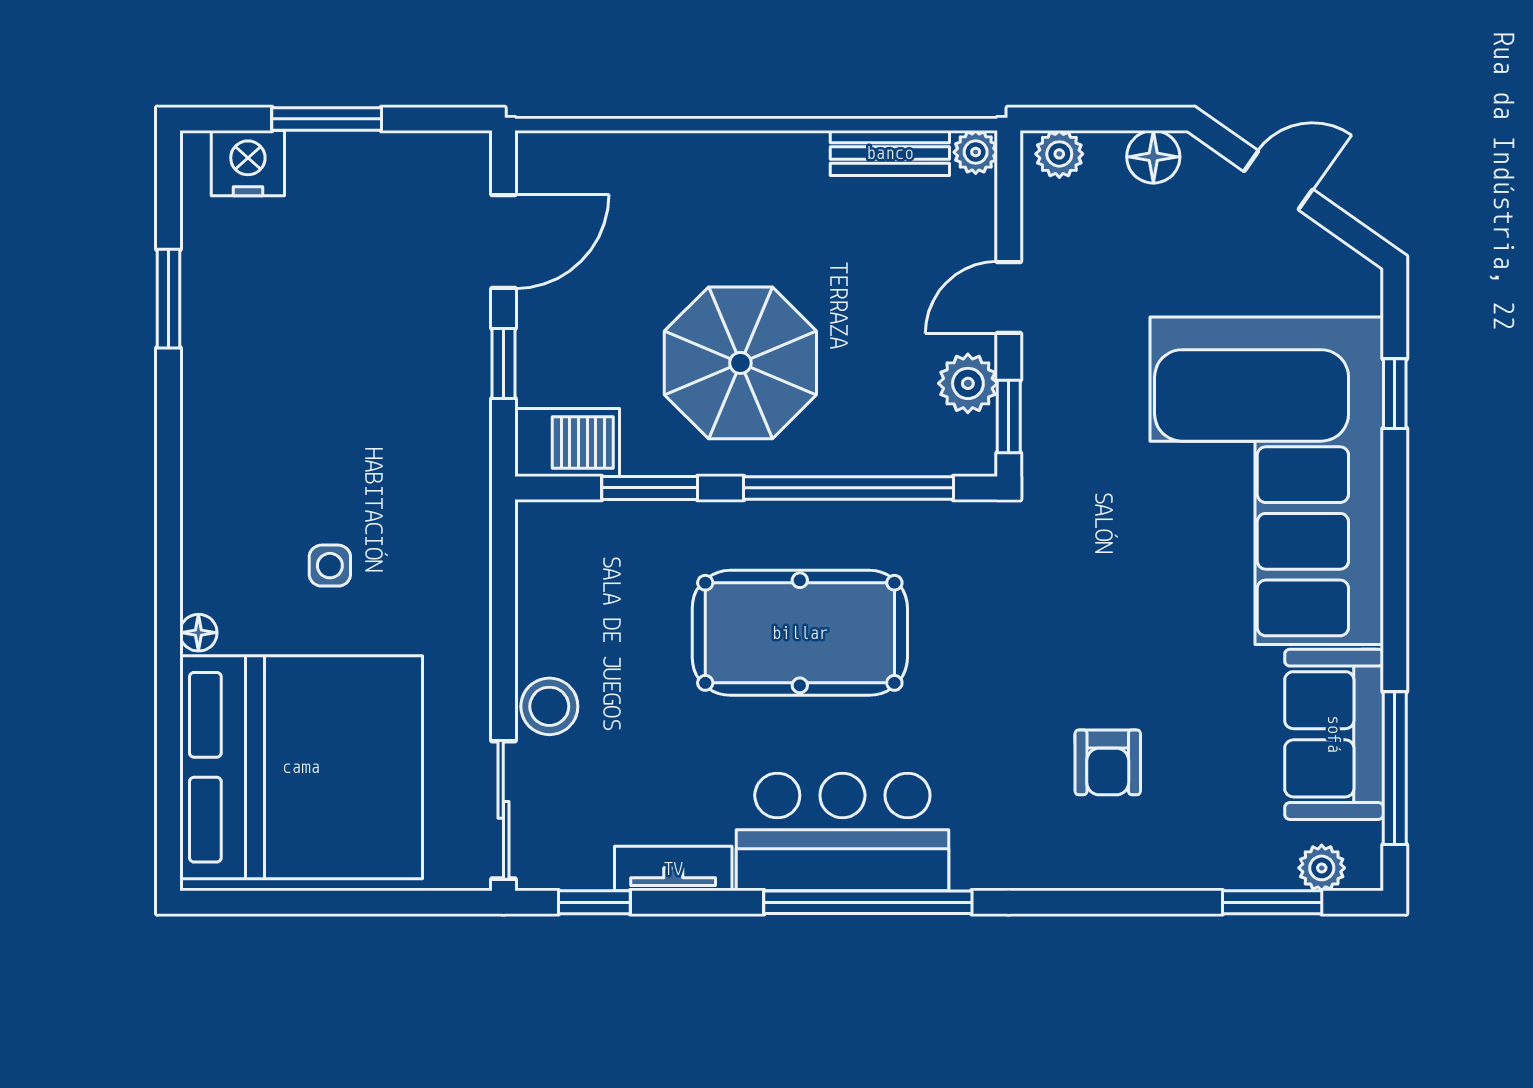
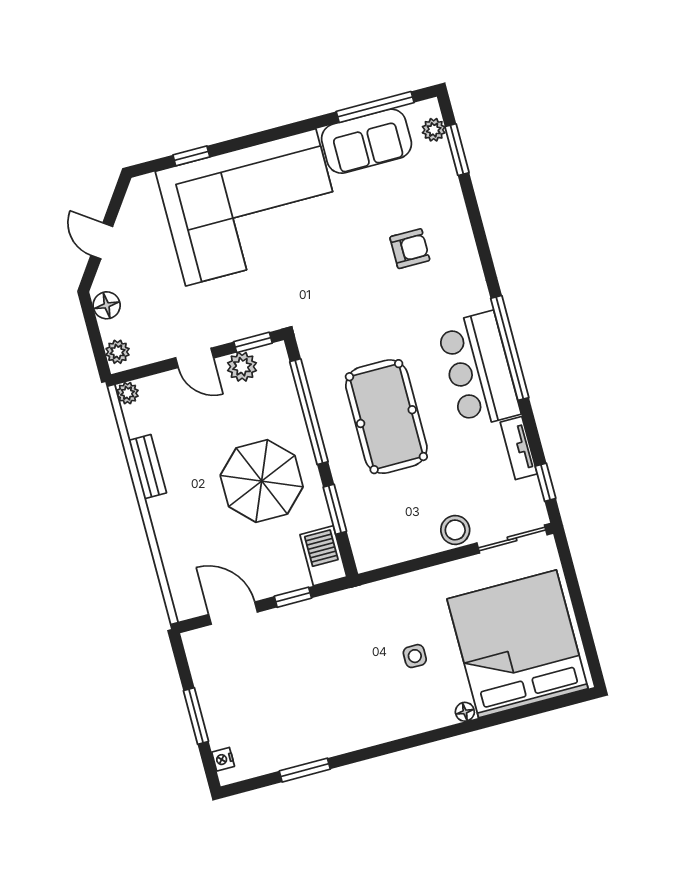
bench: (890, 153) -> (148, 467), moved
nightstand: (248, 163) -> (223, 759), width x0.53, depth x0.56

